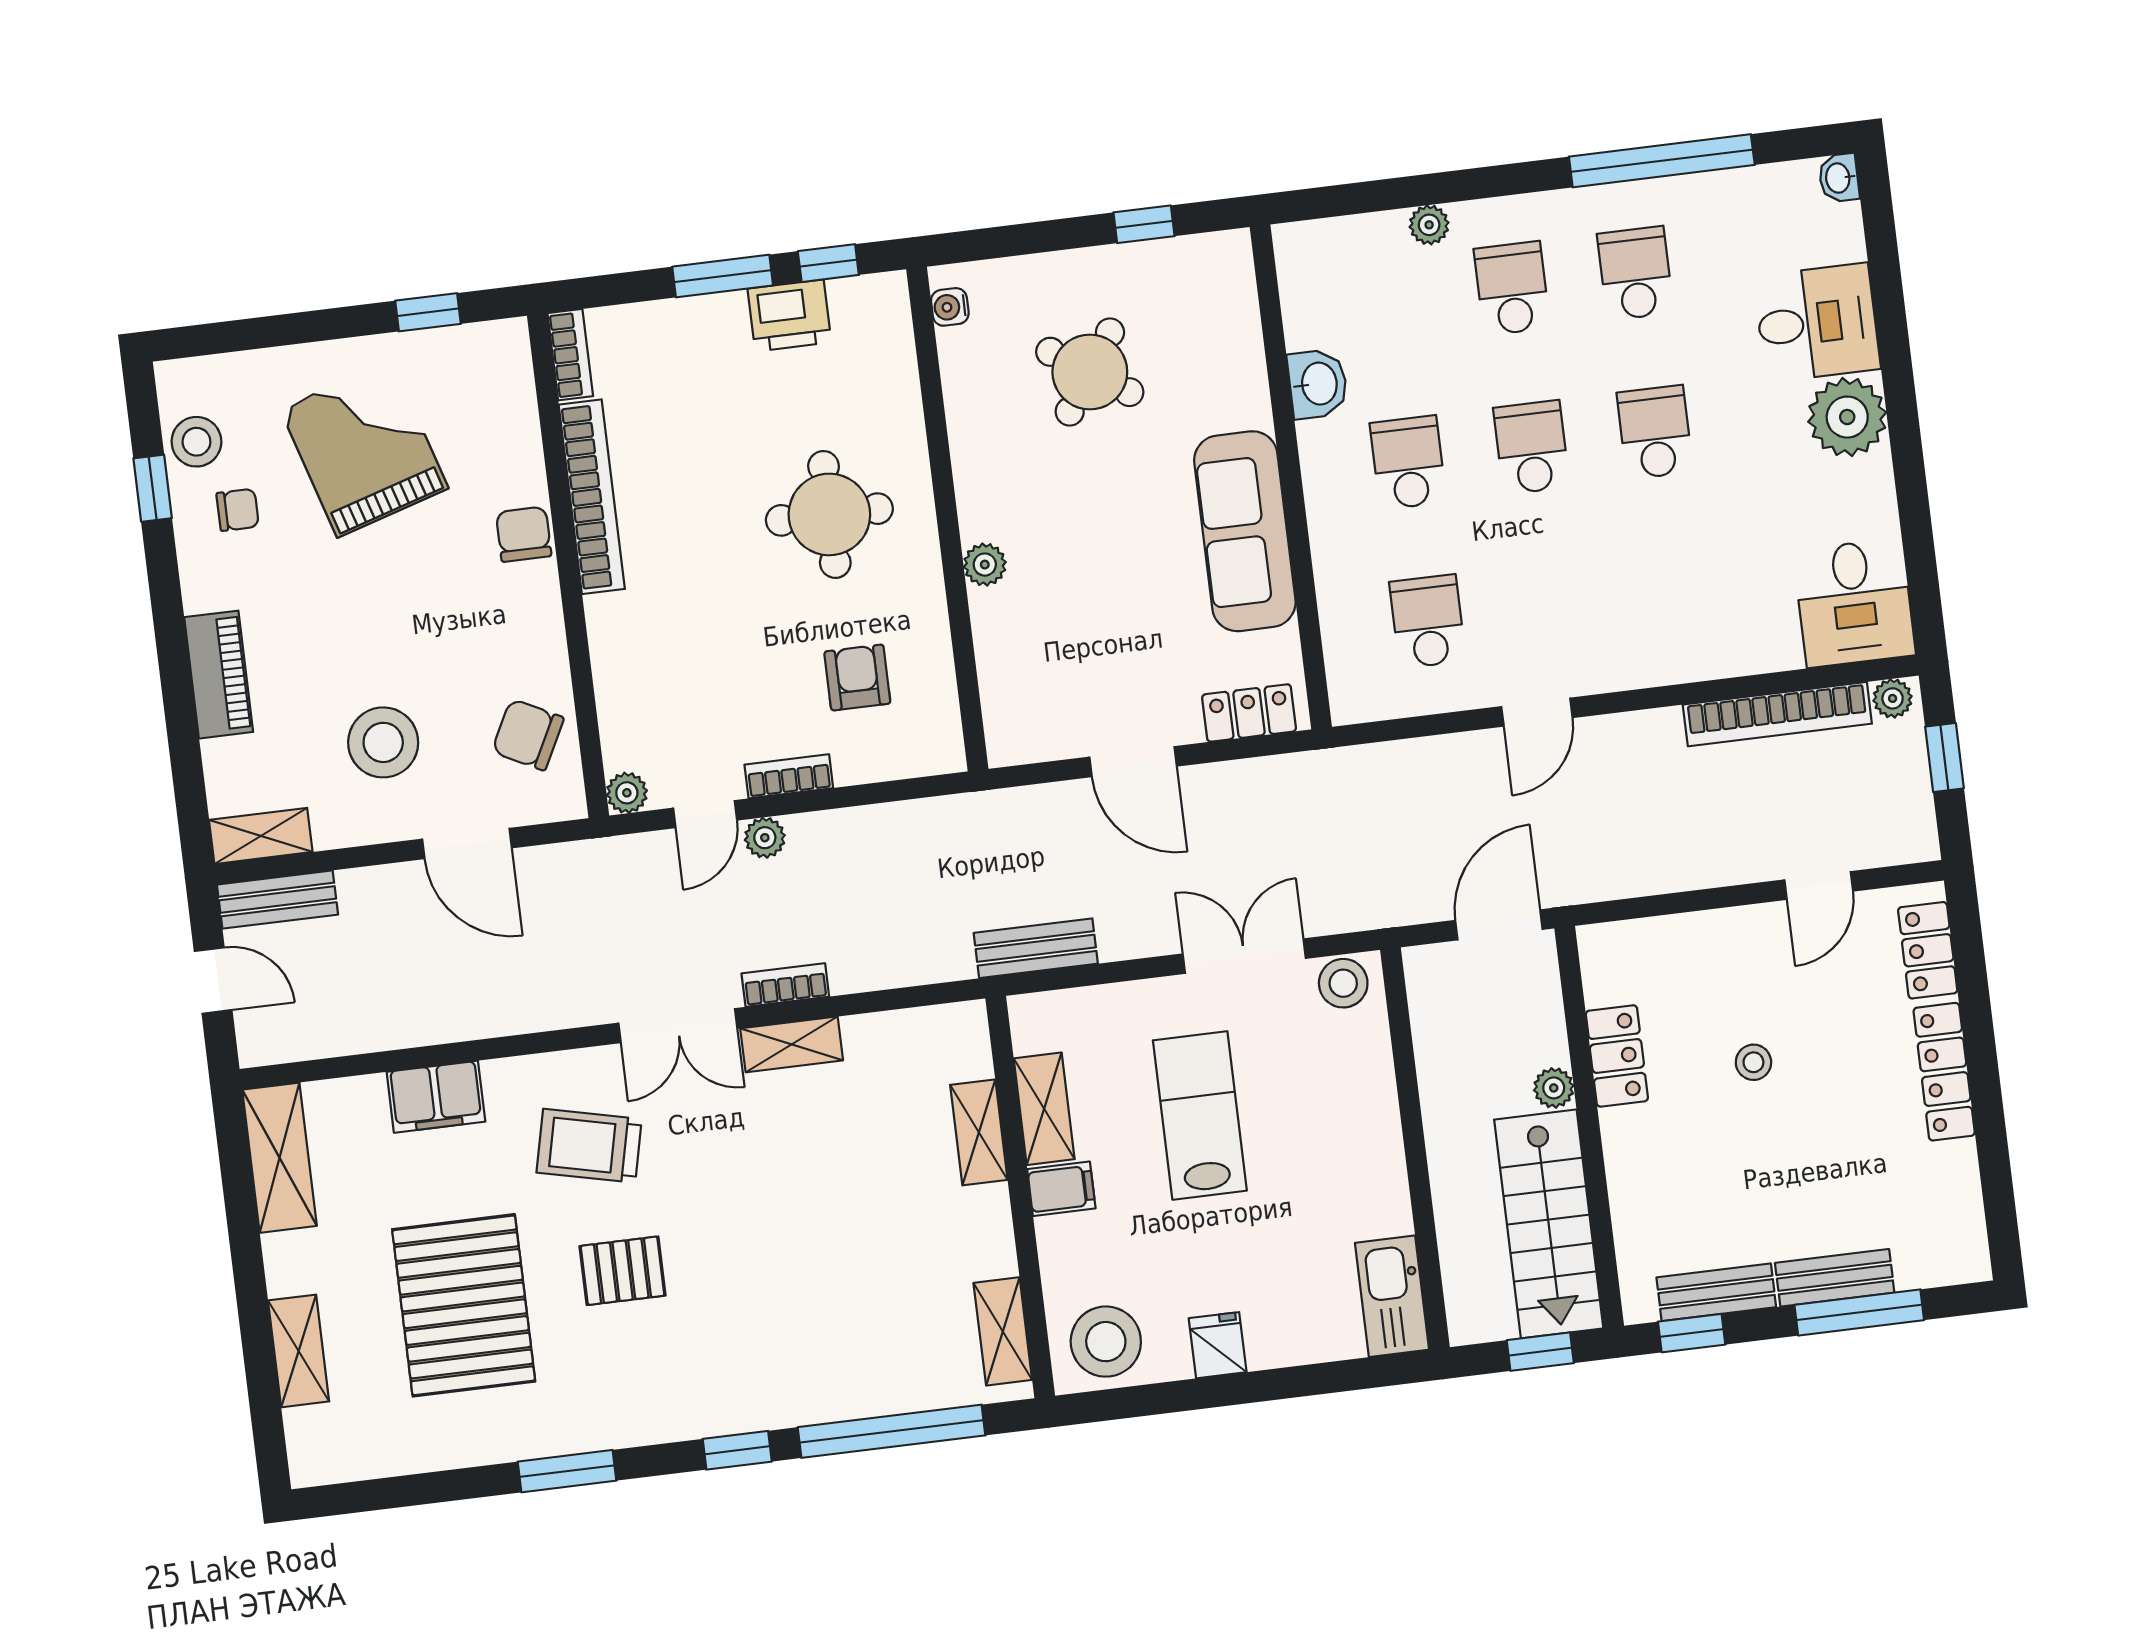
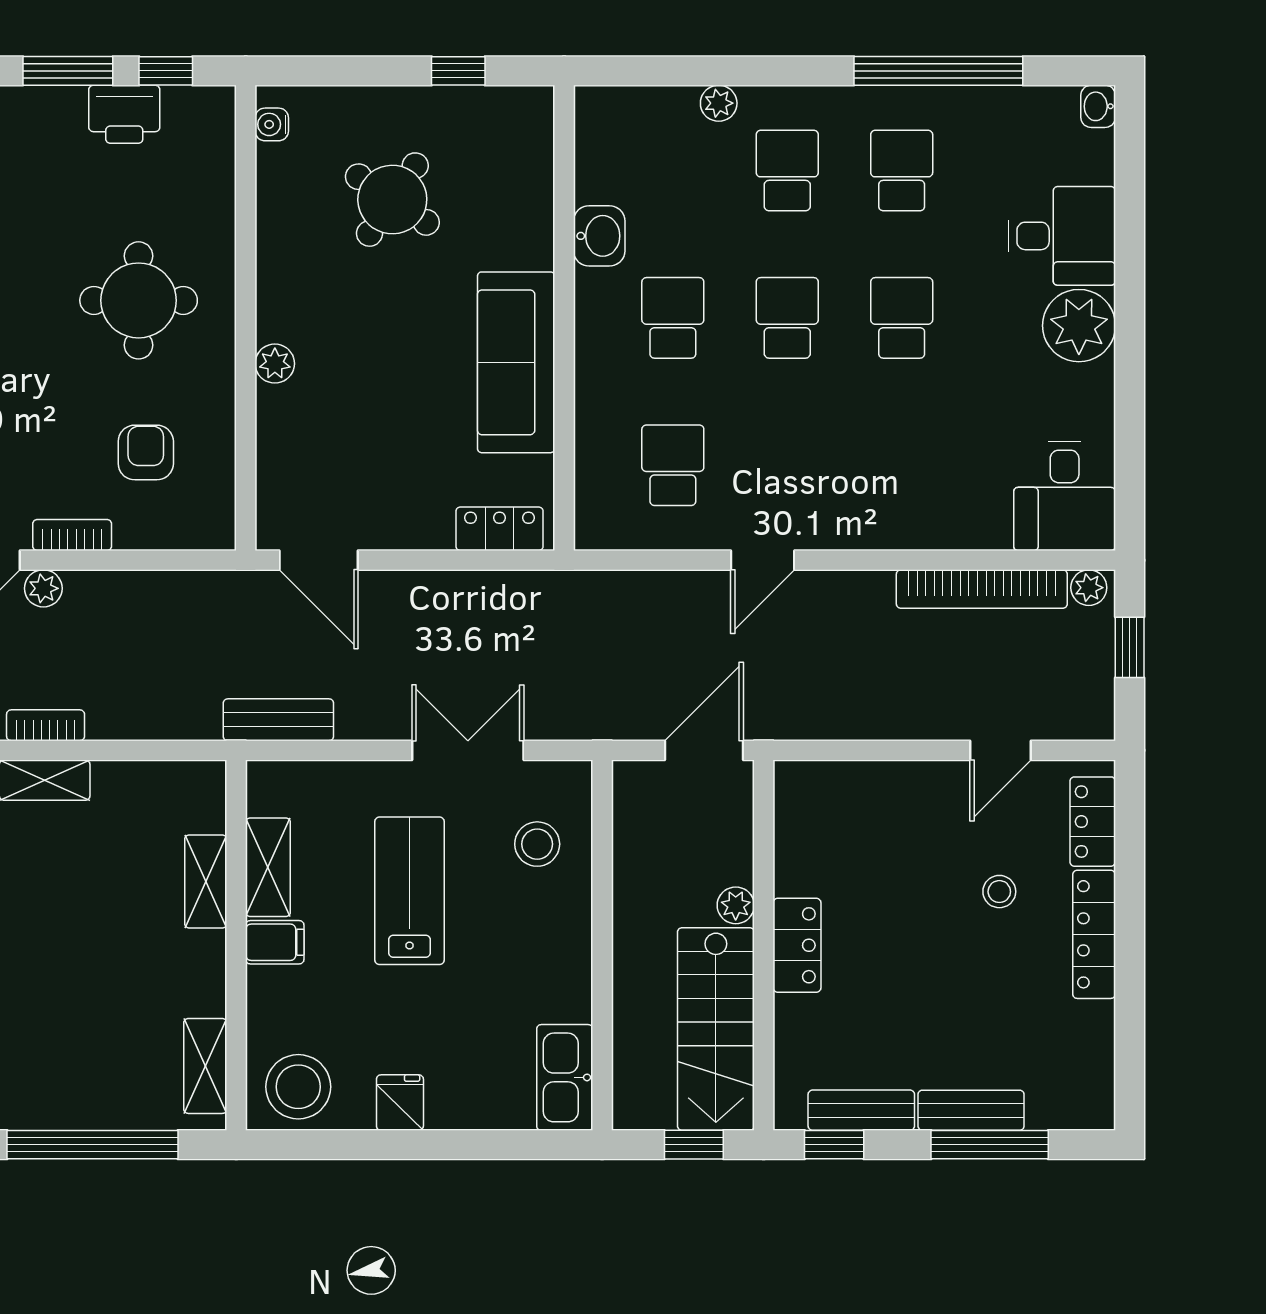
door: (1133, 762) -> (319, 560), moved
stool: (1343, 983) -> (537, 844), moved
locker: (1617, 1056) -> (797, 945), moved
stool: (1753, 1062) -> (999, 892), moved

